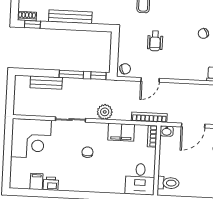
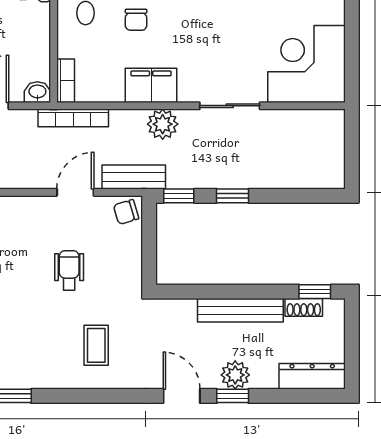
shoe rack: (27, 16) -> (304, 307), moved
window: (71, 74) -> (233, 196), width x0.67
bench: (46, 83) -> (134, 177), moved
filing cabinet: (121, 132) -> (151, 85), moved
chair: (87, 152) -> (136, 20), moved

